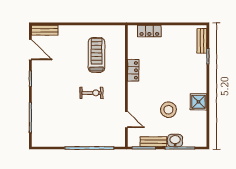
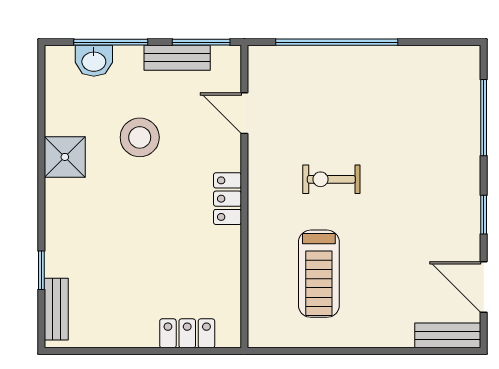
locker: (133, 70) -> (228, 199), moved
washbasin: (175, 140) -> (94, 61), moved

